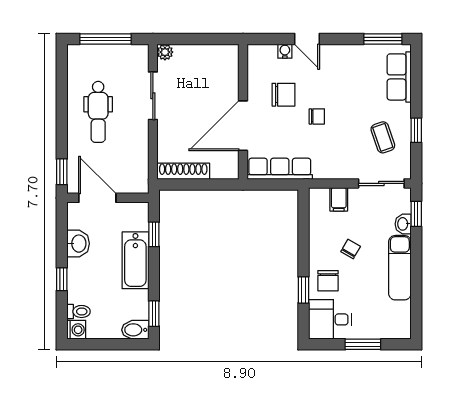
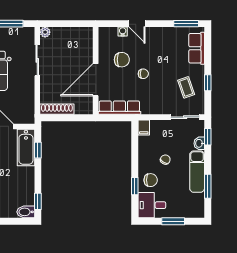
filing cabinet: (339, 199) -> (144, 127), moved
bathtub: (135, 260) -> (26, 147), moved
chair: (328, 281) -> (151, 180), turned -90
window: (416, 290) -> (208, 186), added

